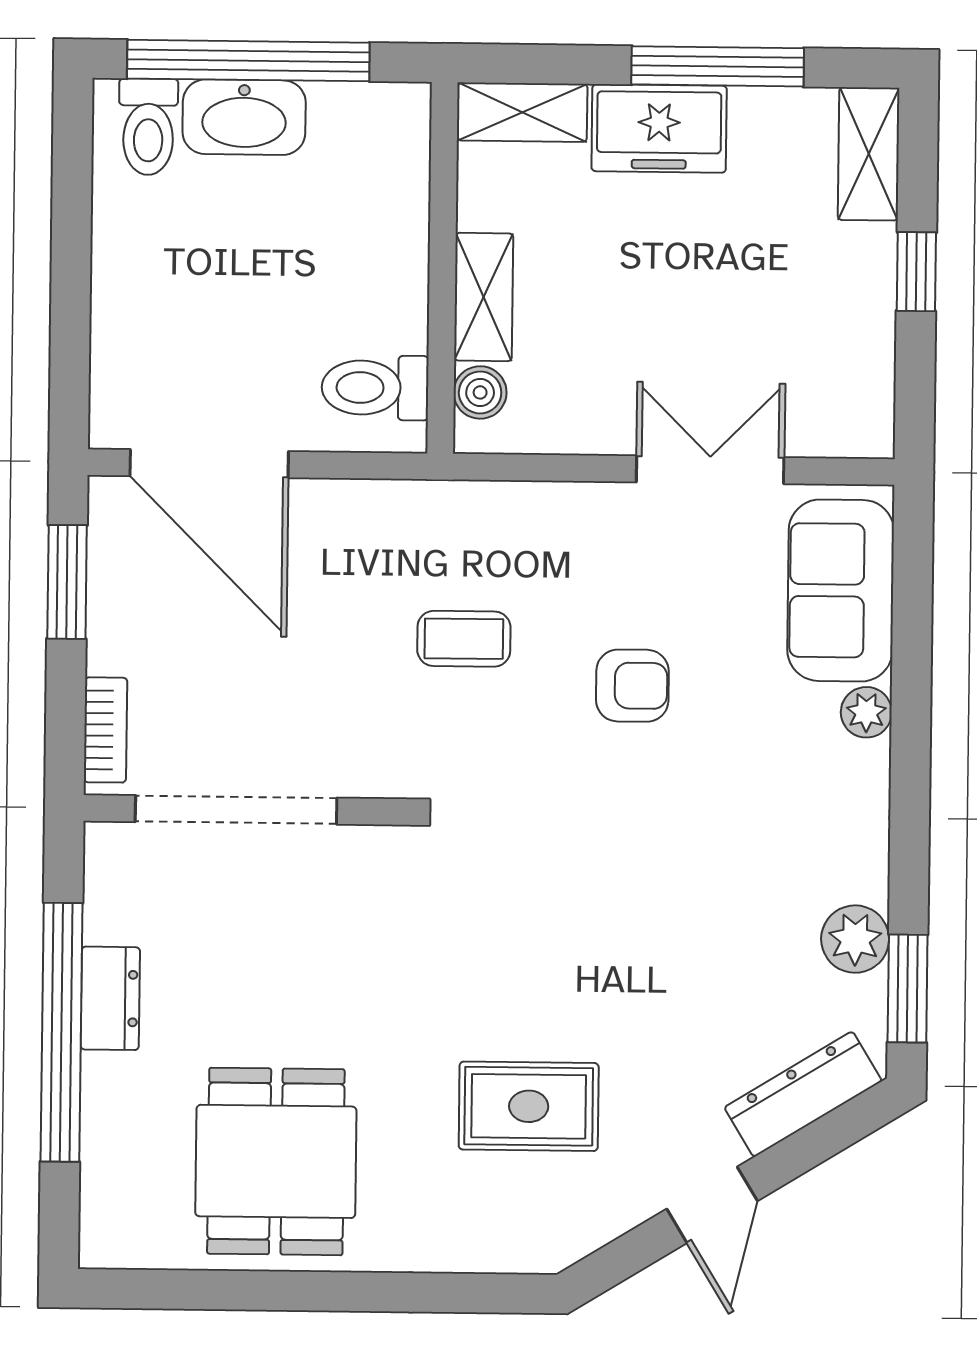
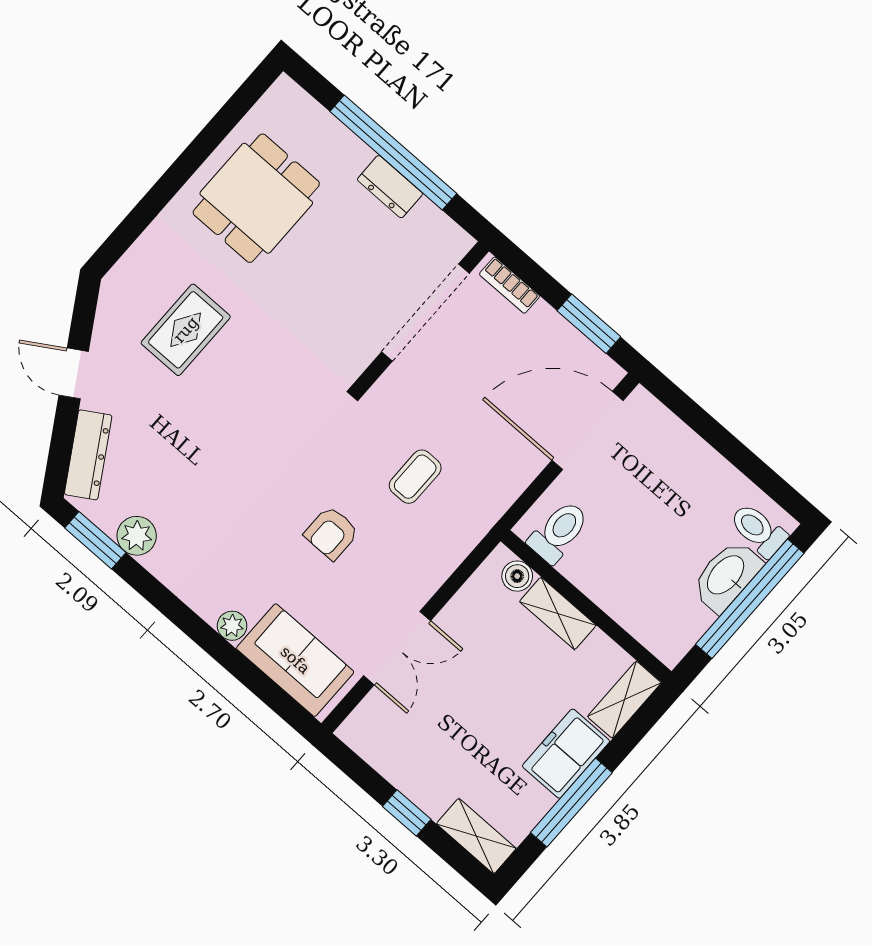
dining table: (276, 1161) -> (256, 198), turned 90

